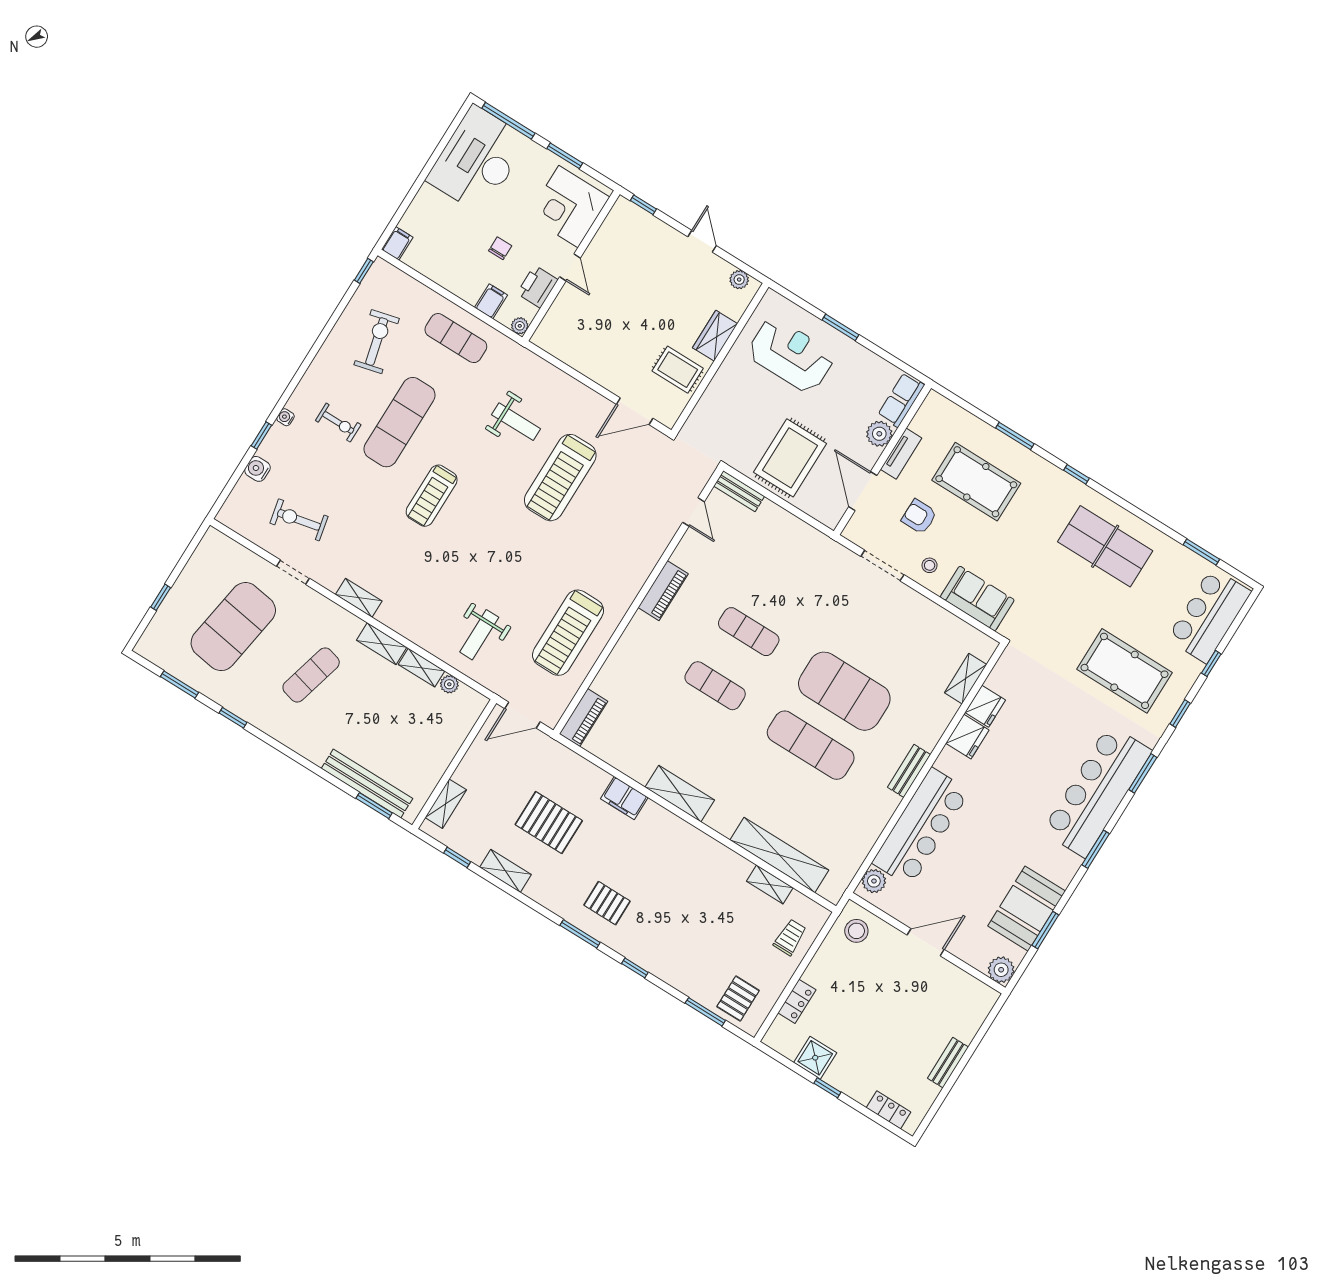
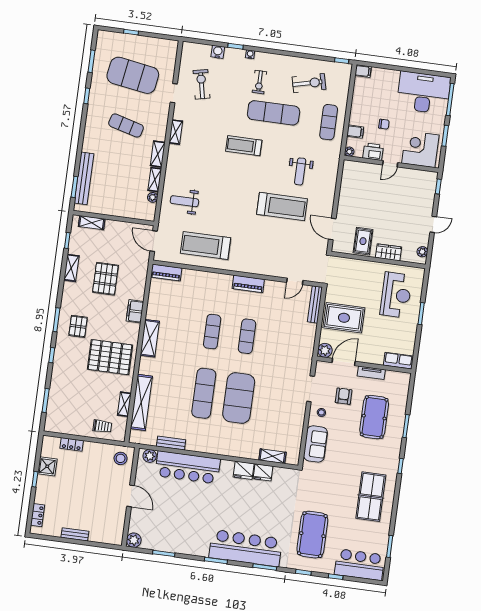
plant: (879, 434) -> (325, 350), moved
treadmill: (560, 478) -> (282, 206), turned 180
bench: (739, 491) -> (315, 304), width x1.36
bench: (909, 771) -> (171, 443), moved
booth: (1027, 909) -> (170, 539), removed
pallet: (738, 999) -> (110, 357), moved, width x2.05, depth x2.00

